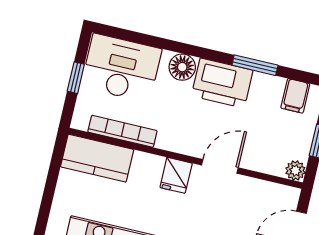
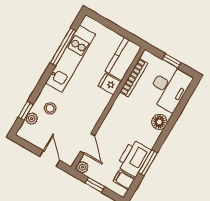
printer: (222, 83) -> (134, 158), moved
door: (220, 166) -> (87, 143), moved
fridge: (176, 175) -> (109, 84), moved

